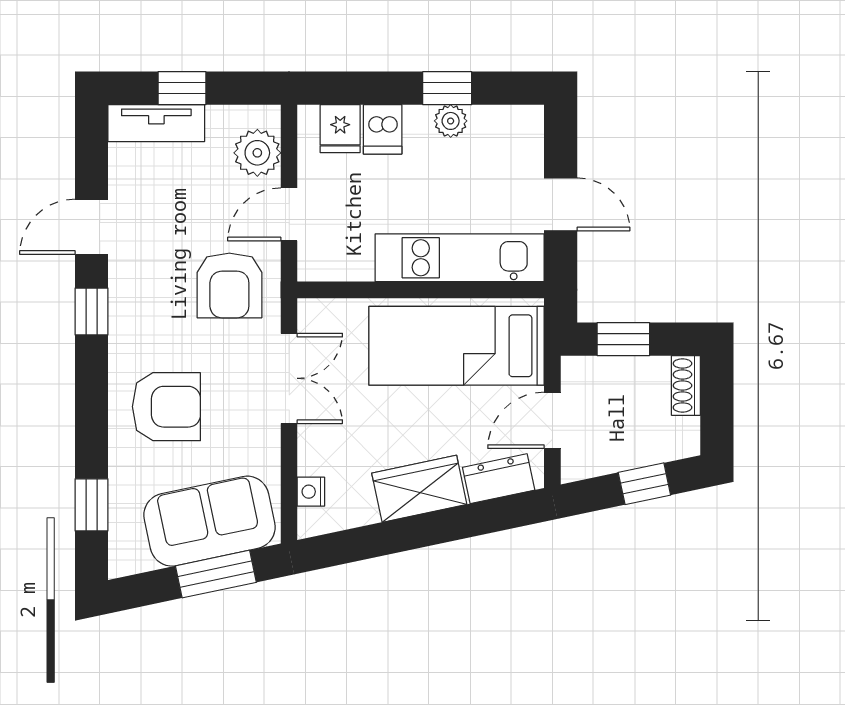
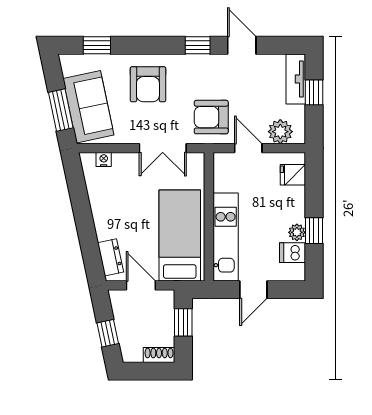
dishwasher: (383, 129) -> (292, 253), moved
wardrobe: (419, 489) -> (105, 216), removed

